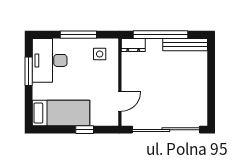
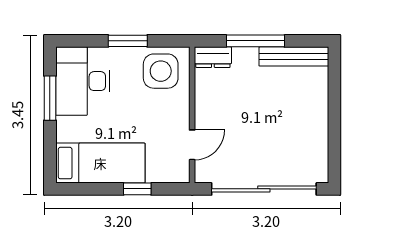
window: (78, 35) -> (128, 41), width x0.69
window: (160, 35) -> (255, 41), width x0.68
side table: (100, 54) -> (161, 71), width x1.87, depth x1.87

